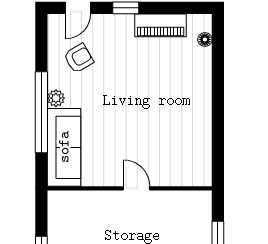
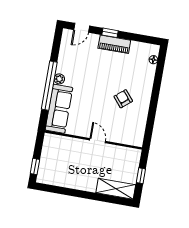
piano: (161, 25) -> (114, 44), moved
armchair: (79, 58) -> (123, 99), moved, turned -100

